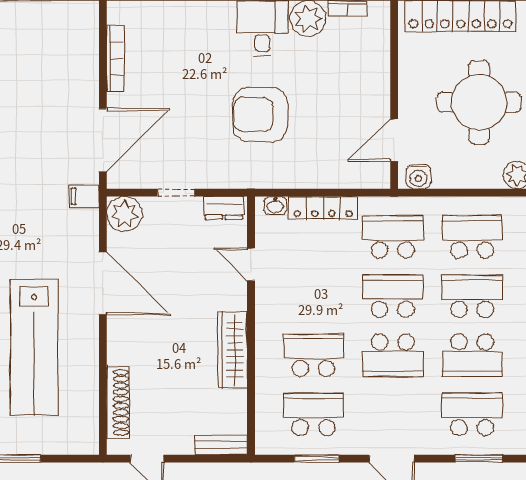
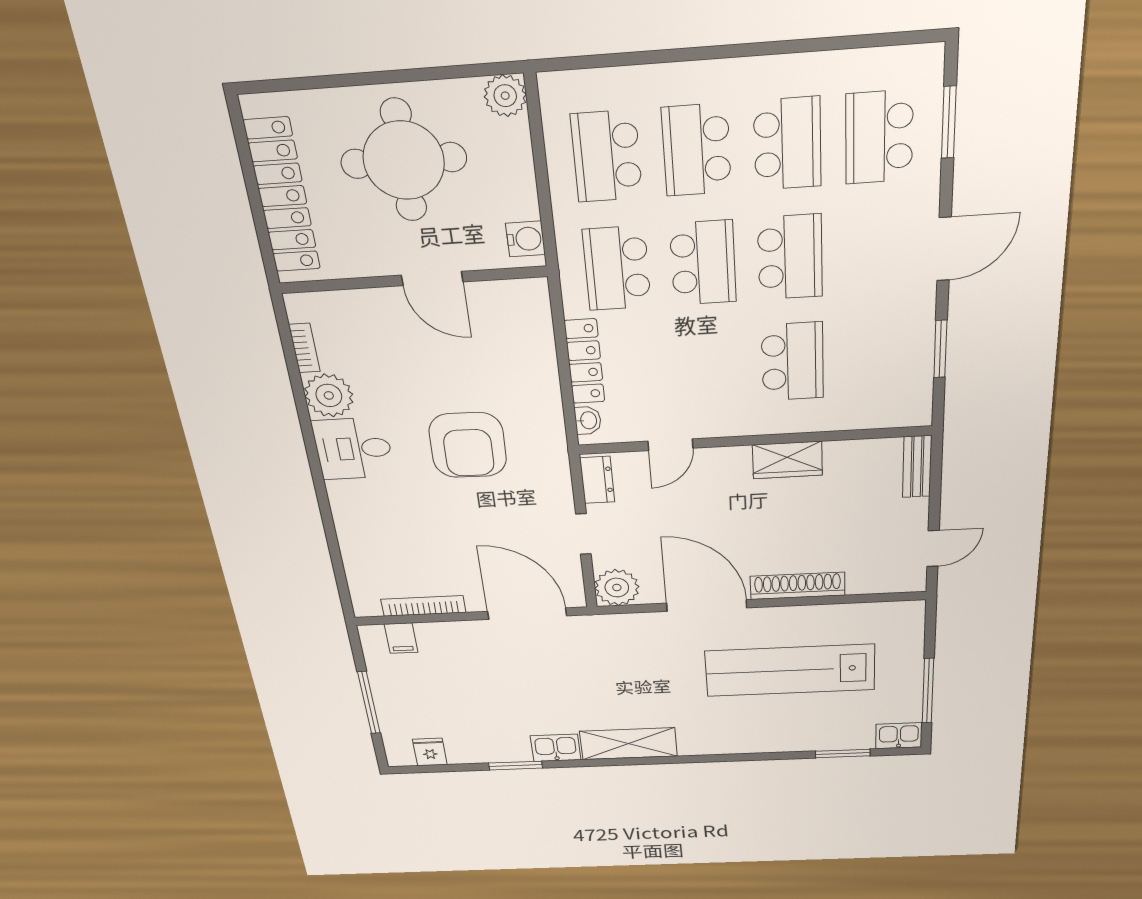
door: (394, 140) -> (432, 279), moved
filing cabinet: (84, 196) -> (401, 638), moved
door: (103, 283) -> (707, 605), hinge flipped
school desk: (393, 296) -> (703, 263), turned 180
lab bench: (34, 347) -> (790, 670), turned 180
wardrobe: (233, 350) -> (787, 460), width x0.67
school desk: (313, 355) -> (792, 362), turned 180
shoe rack: (118, 402) -> (798, 586), moved
school desk: (313, 414) -> (877, 357), removed

